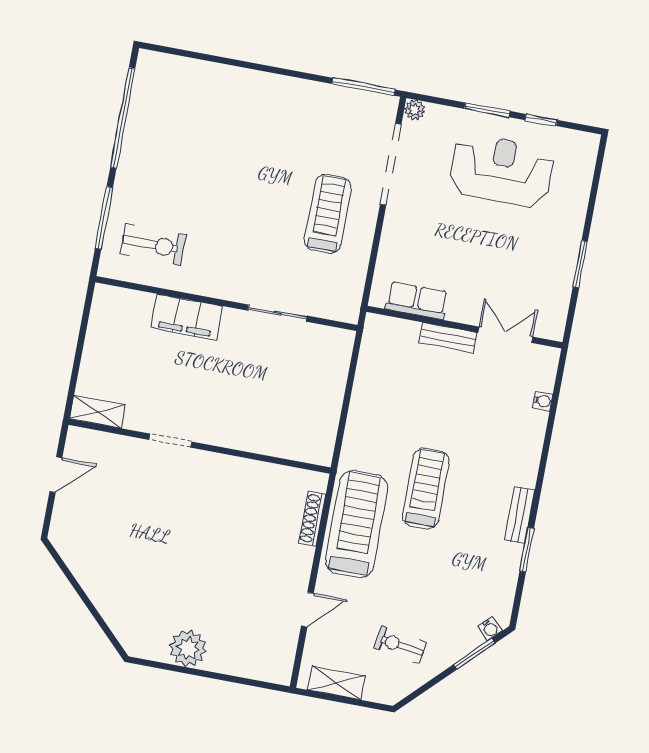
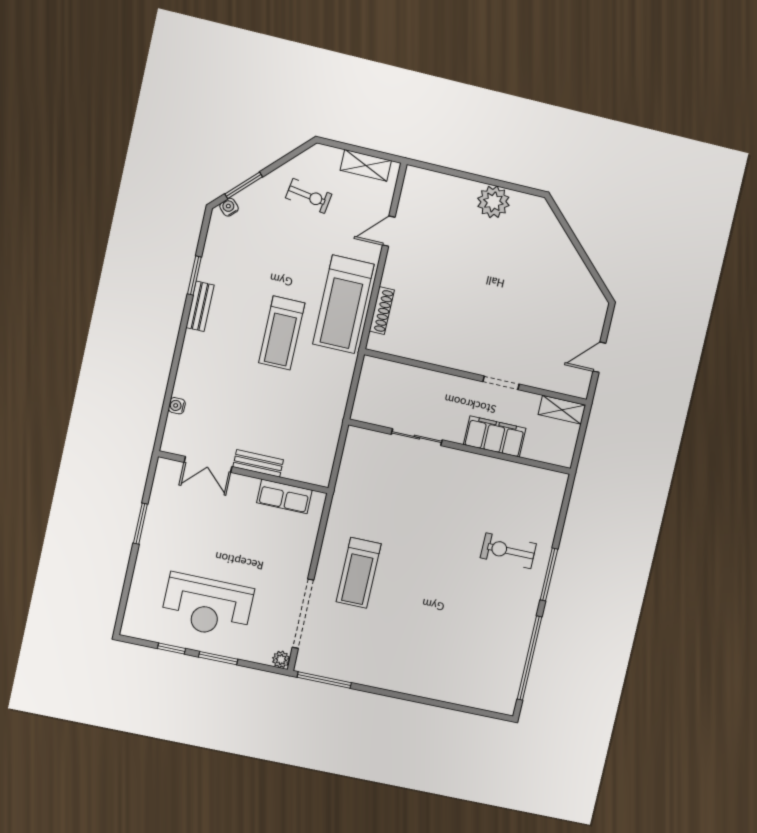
wall: (226, 304) -> (460, 447), moved
sliding door: (277, 313) -> (417, 437), moved
filing cabinet: (186, 317) -> (495, 436), moved

